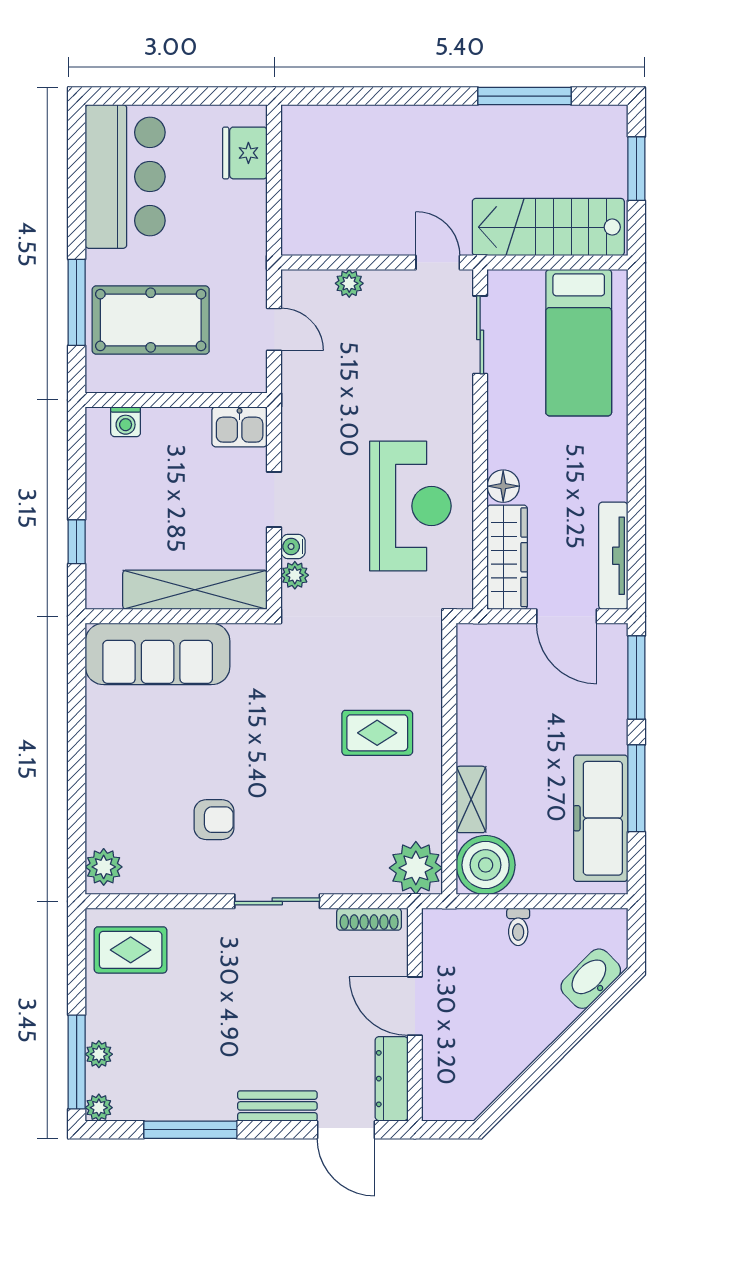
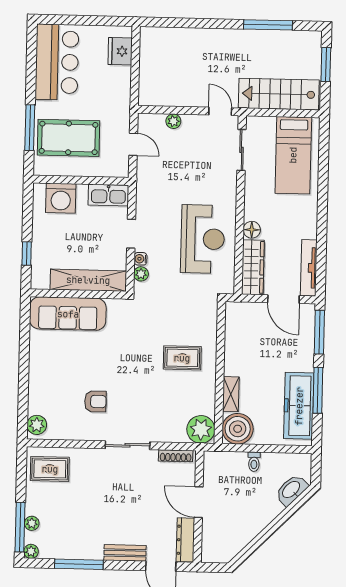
washing machine: (126, 422) -> (61, 198), width x1.89, depth x1.89
kitchen sink: (240, 427) -> (108, 195), width x1.38

